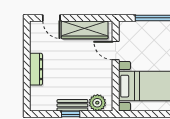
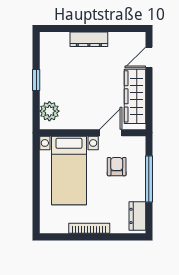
armchair: (145, 45) -> (117, 167), added
bench: (72, 105) -> (46, 82), removed

